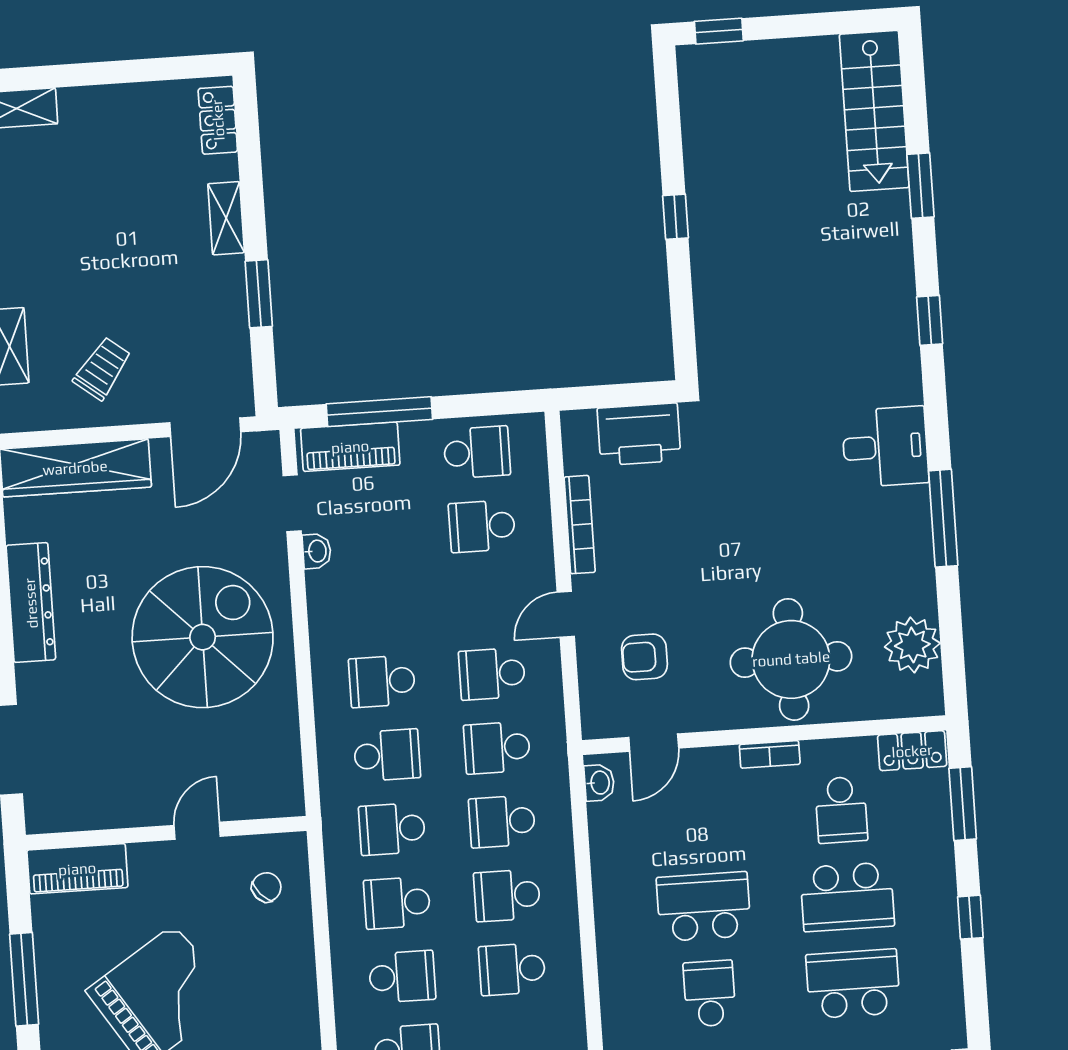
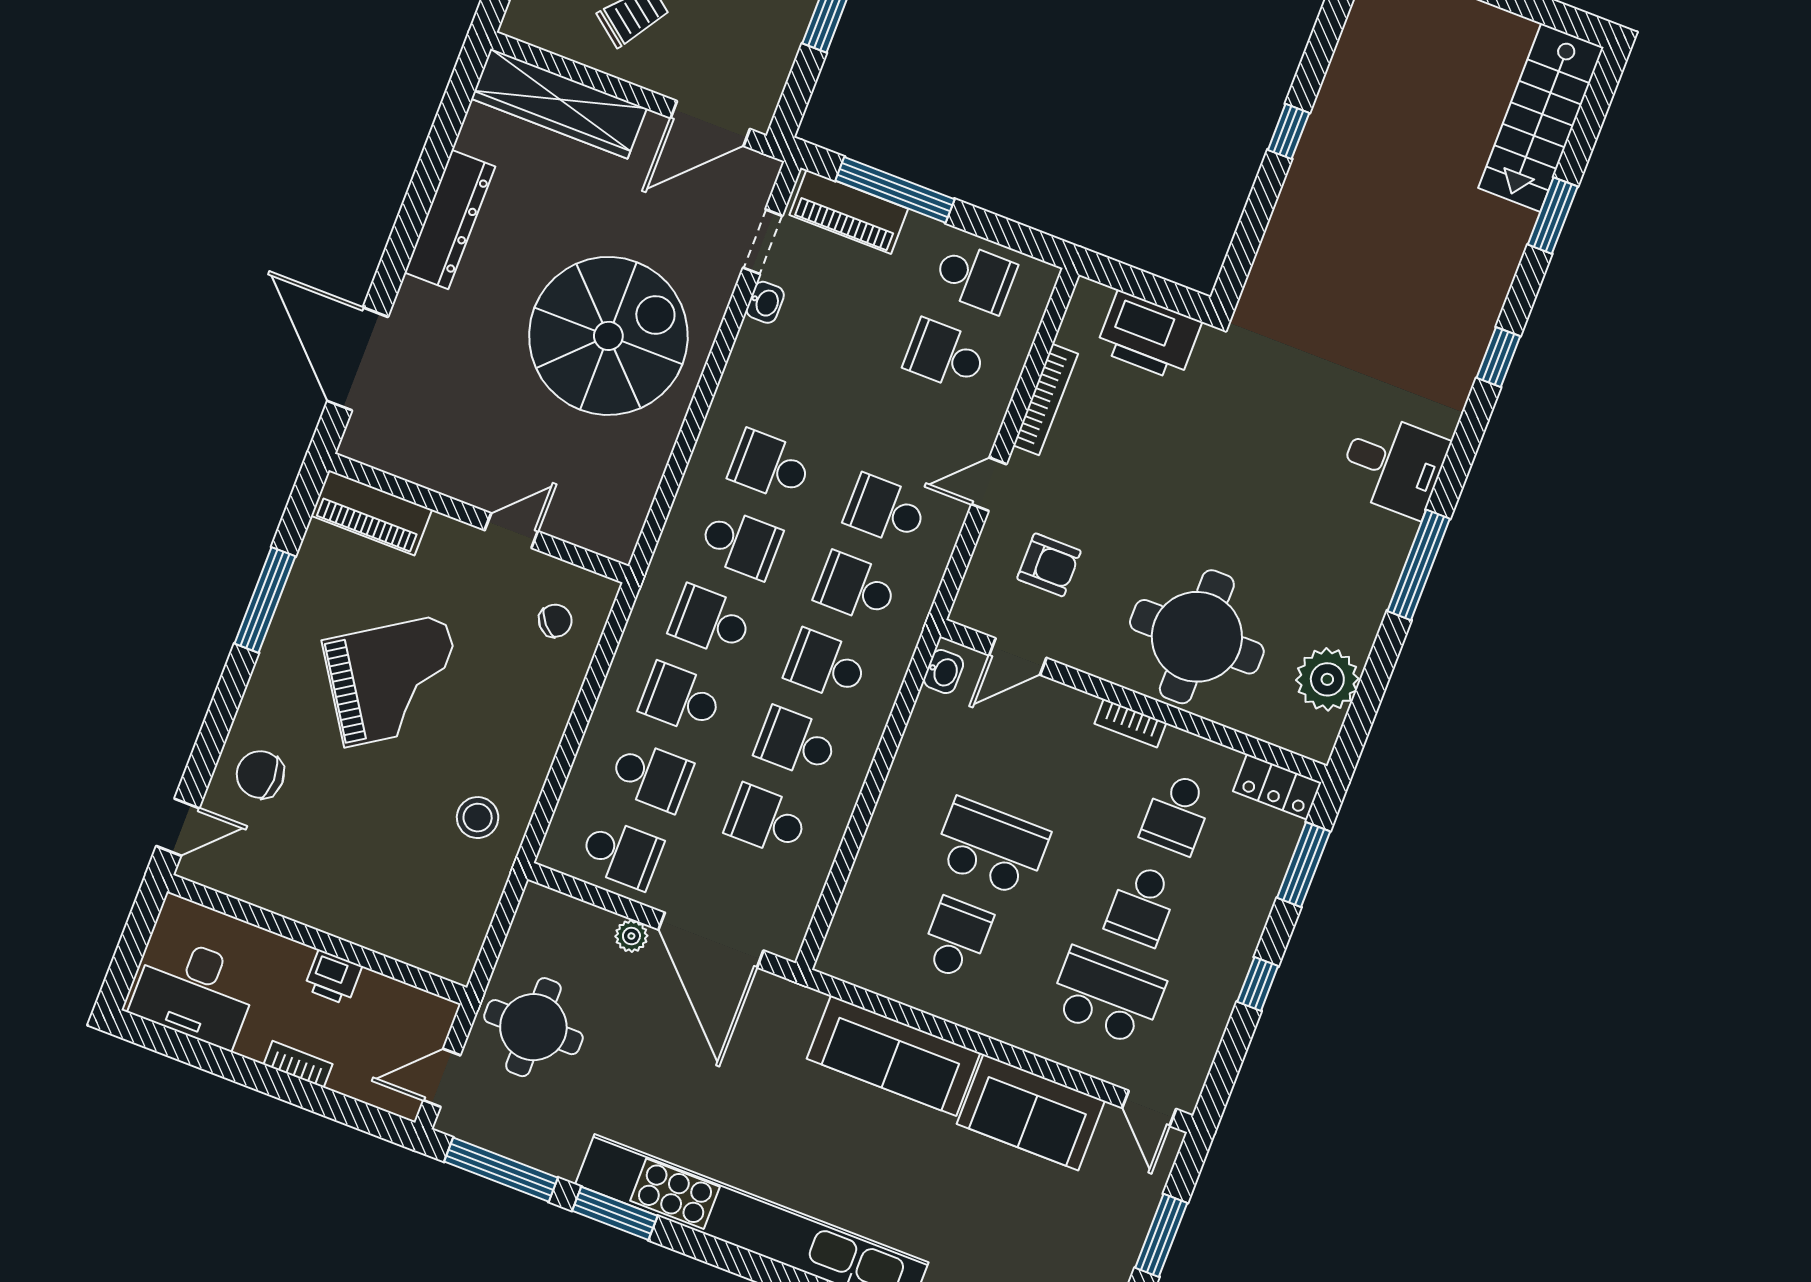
armchair: (644, 657) -> (1049, 565), turned 180
school desk: (847, 897) -> (1142, 905), width x0.54

